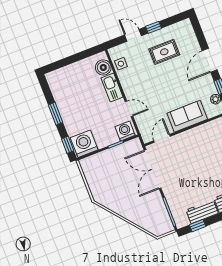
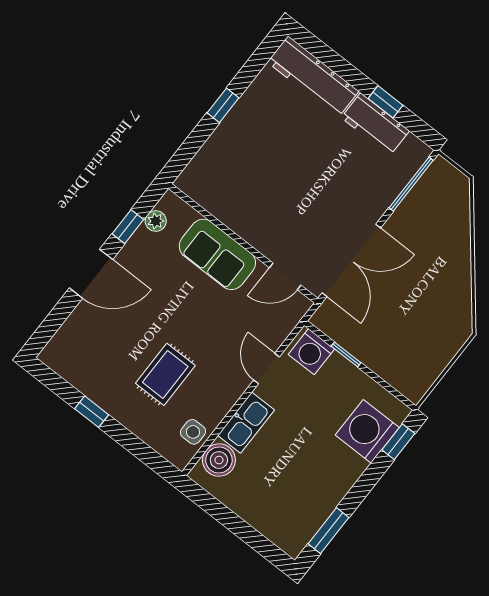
door: (133, 35) -> (128, 440), removed
rug: (164, 52) -> (165, 374), moved, turned 90
window: (56, 114) -> (329, 531), moved
washing machine: (84, 144) -> (367, 431), moved, turned 90
window: (197, 226) -> (385, 102), moved

